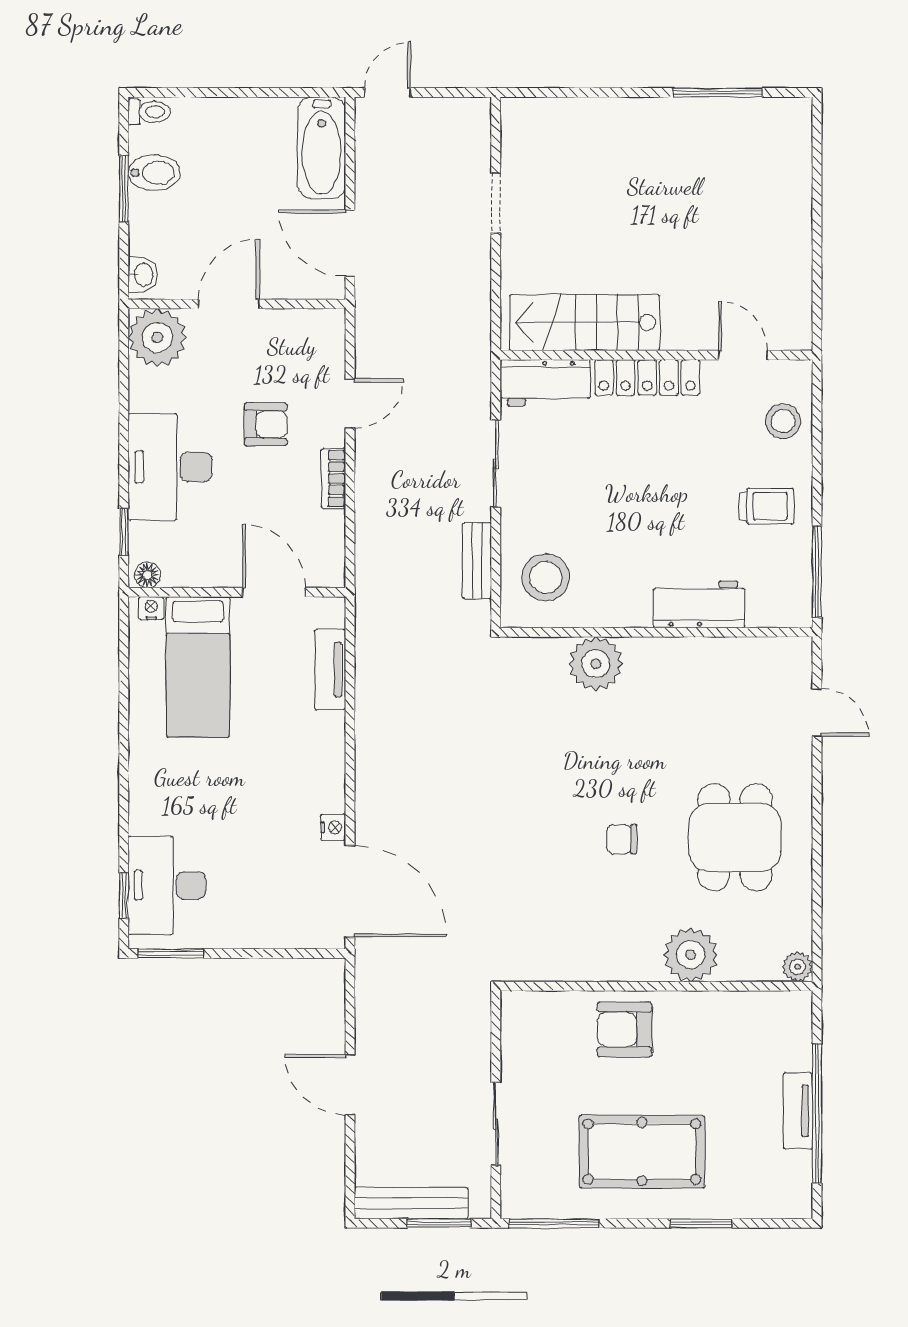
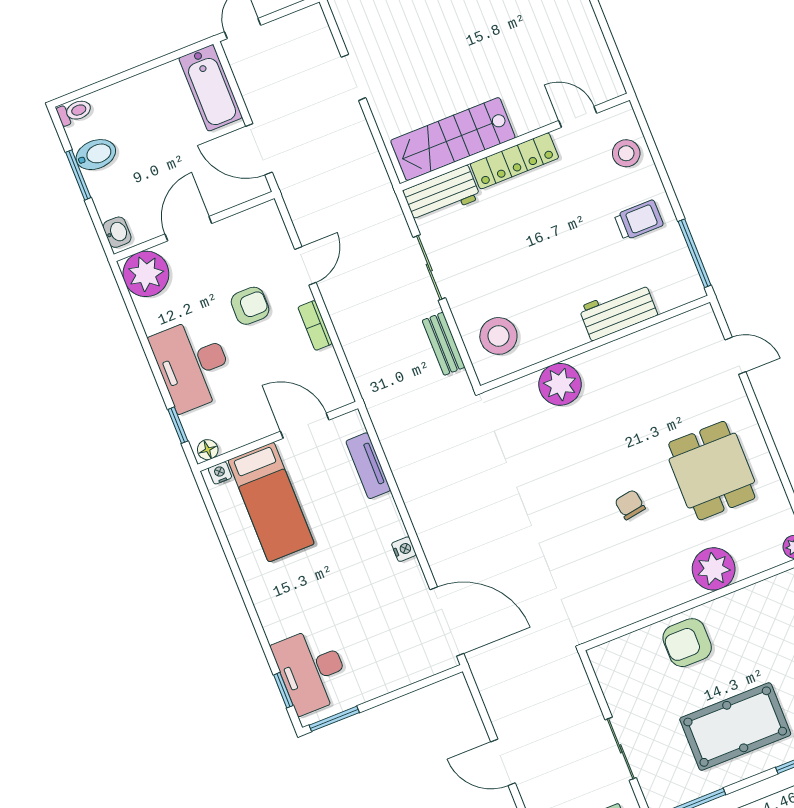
nightstand: (333, 827) -> (404, 549), moved
chair: (622, 839) -> (630, 505), turned 81

